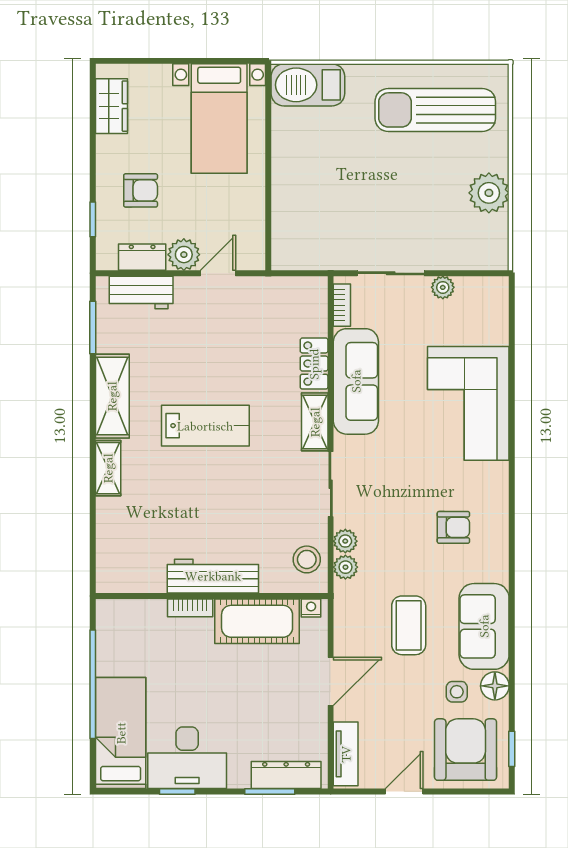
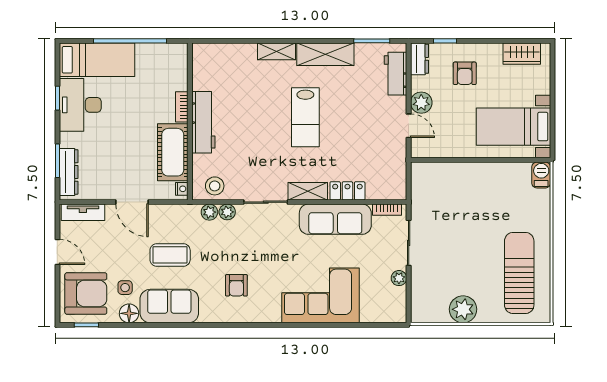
barbecue: (308, 85) -> (541, 175), width x0.53, depth x0.65
dresser: (142, 257) -> (419, 59), moved

